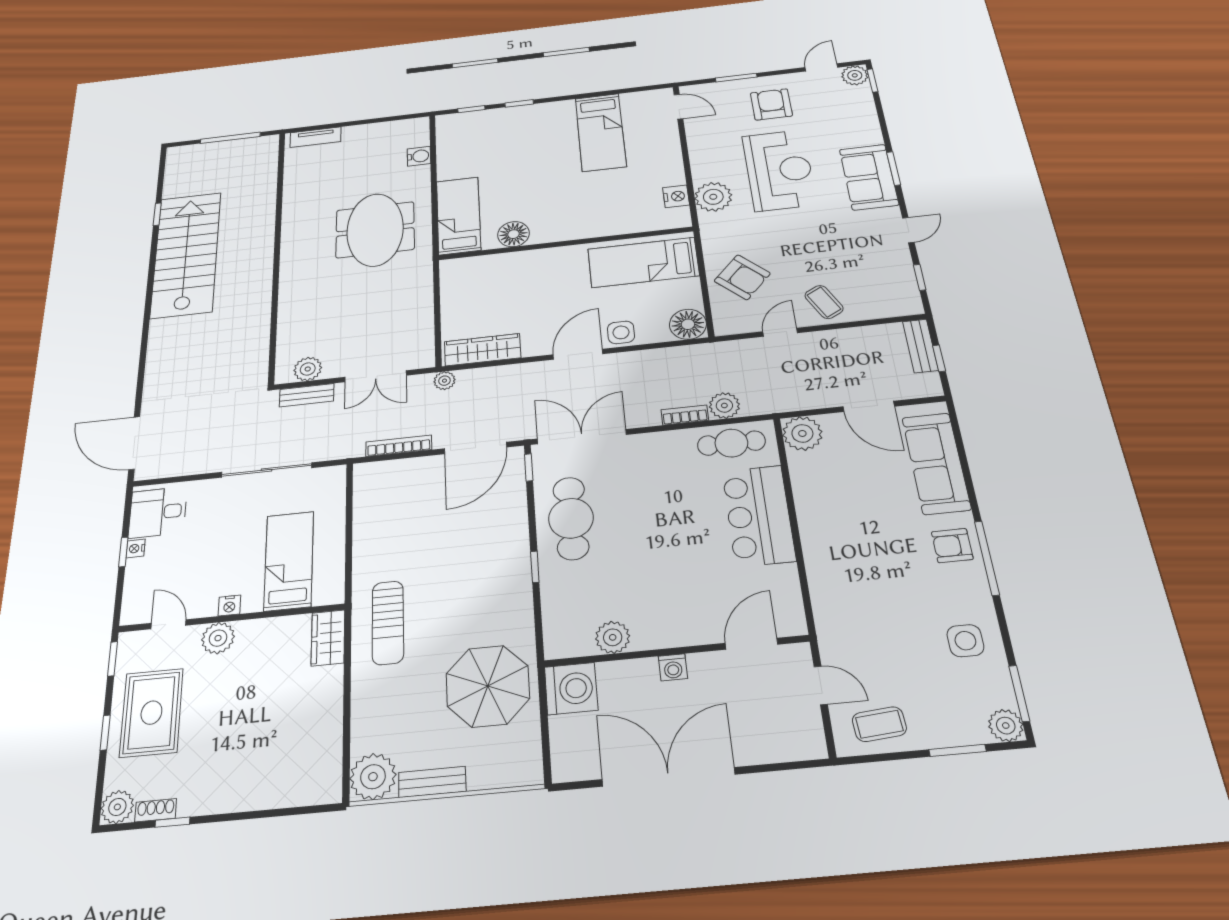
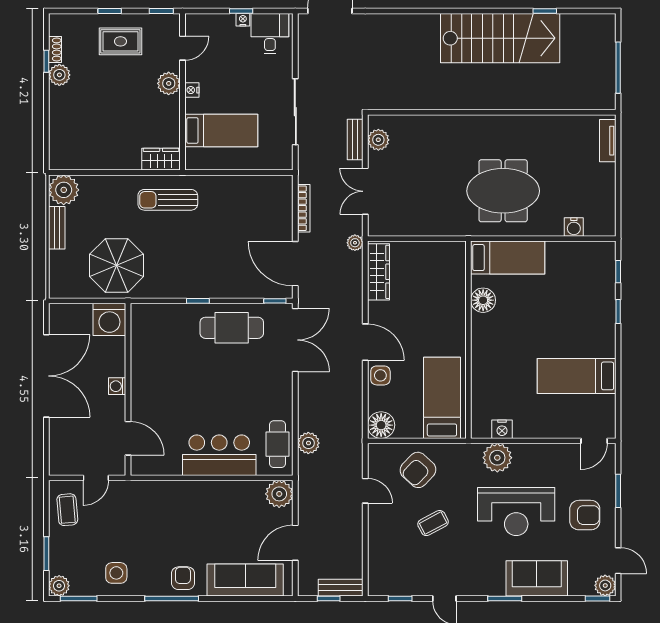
sofa: (869, 177) -> (537, 578), moved
coffee table: (824, 302) -> (433, 523), moved
bookcase: (685, 415) -> (304, 414), removed
plant: (613, 637) -> (142, 349), removed
rug: (151, 713) -> (120, 41), width x0.73, depth x0.70
plant: (117, 807) -> (59, 75), moved

